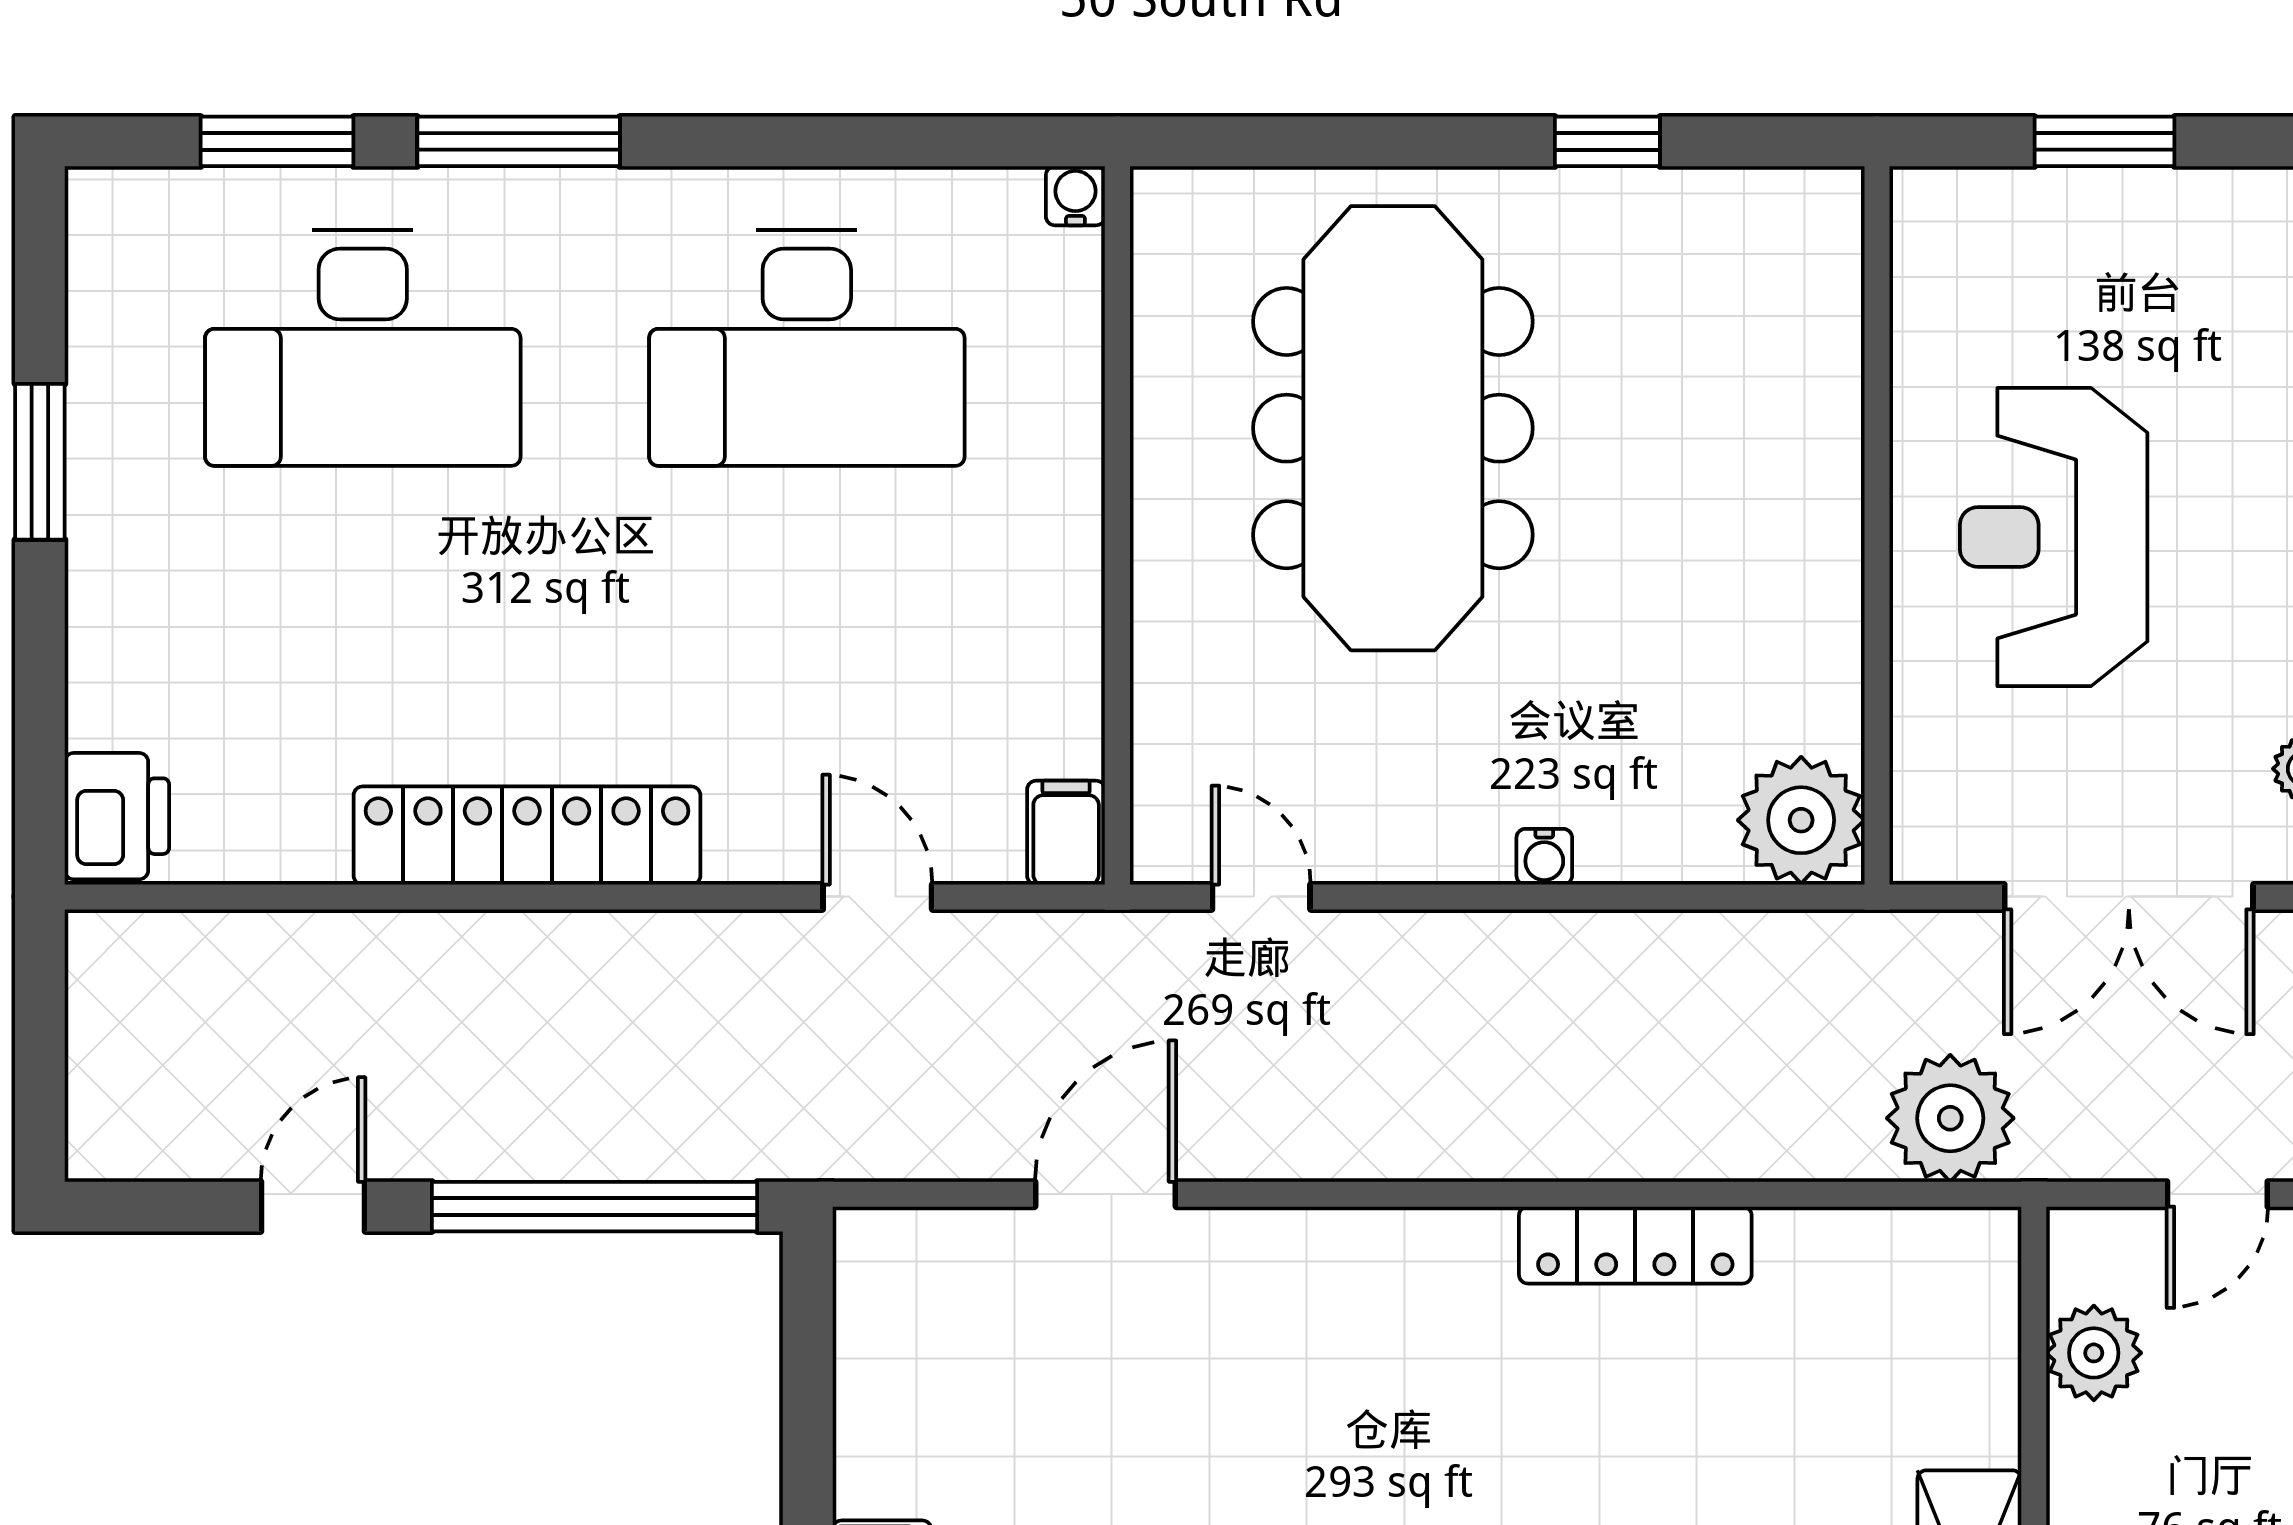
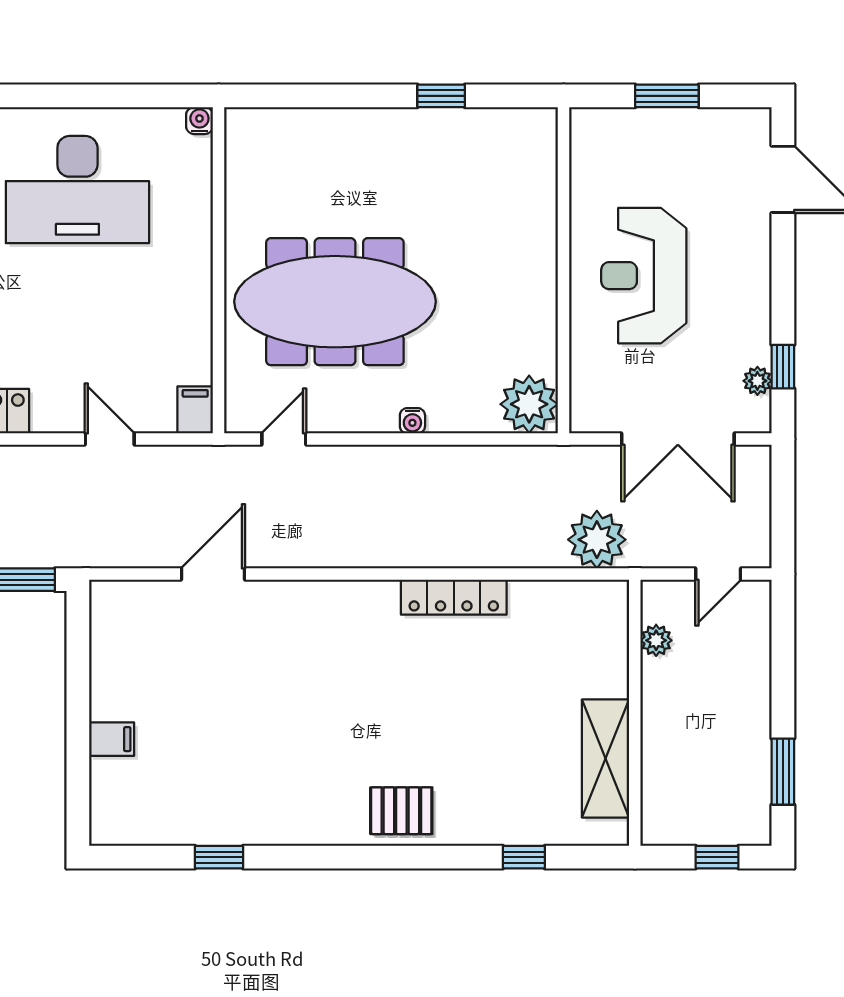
meeting table: (1393, 428) -> (335, 302), moved, turned 90
door: (1261, 897) -> (284, 439), hinge flipped
plant: (2094, 1353) -> (656, 640), width x0.73, depth x0.73

